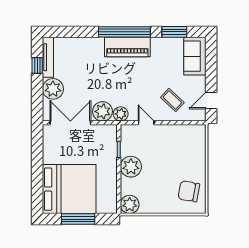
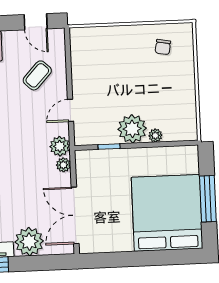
plant: (102, 111) -> (63, 165), width x0.53, depth x0.53
chair: (189, 191) -> (163, 47), width x0.54, depth x0.54
plant: (130, 204) -> (155, 135), moved, width x0.53, depth x0.53

